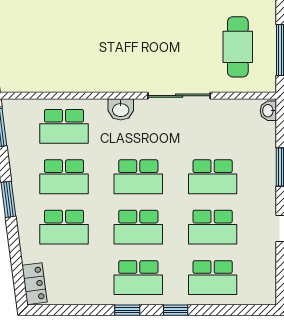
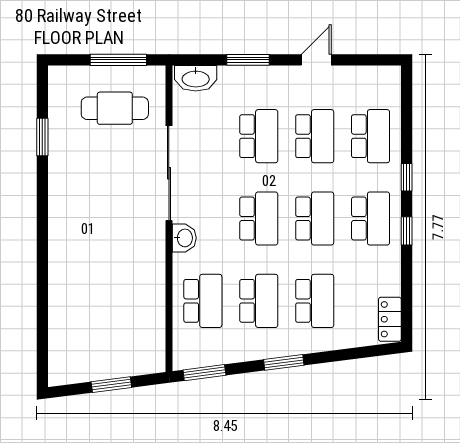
sliding door: (179, 96) -> (169, 173), width x1.36
washbasin: (268, 111) -> (196, 78), width x1.91, depth x1.45
locker: (35, 284) -> (390, 319), moved, turned -83

